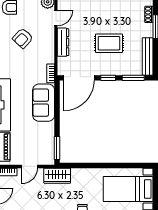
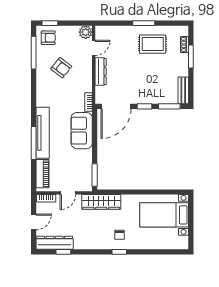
armchair: (23, 38) -> (61, 68), turned -95
rug: (109, 43) -> (153, 44), moved
bench: (148, 56) -> (183, 90), width x0.73
wardrobe: (57, 176) -> (101, 202), width x1.50

